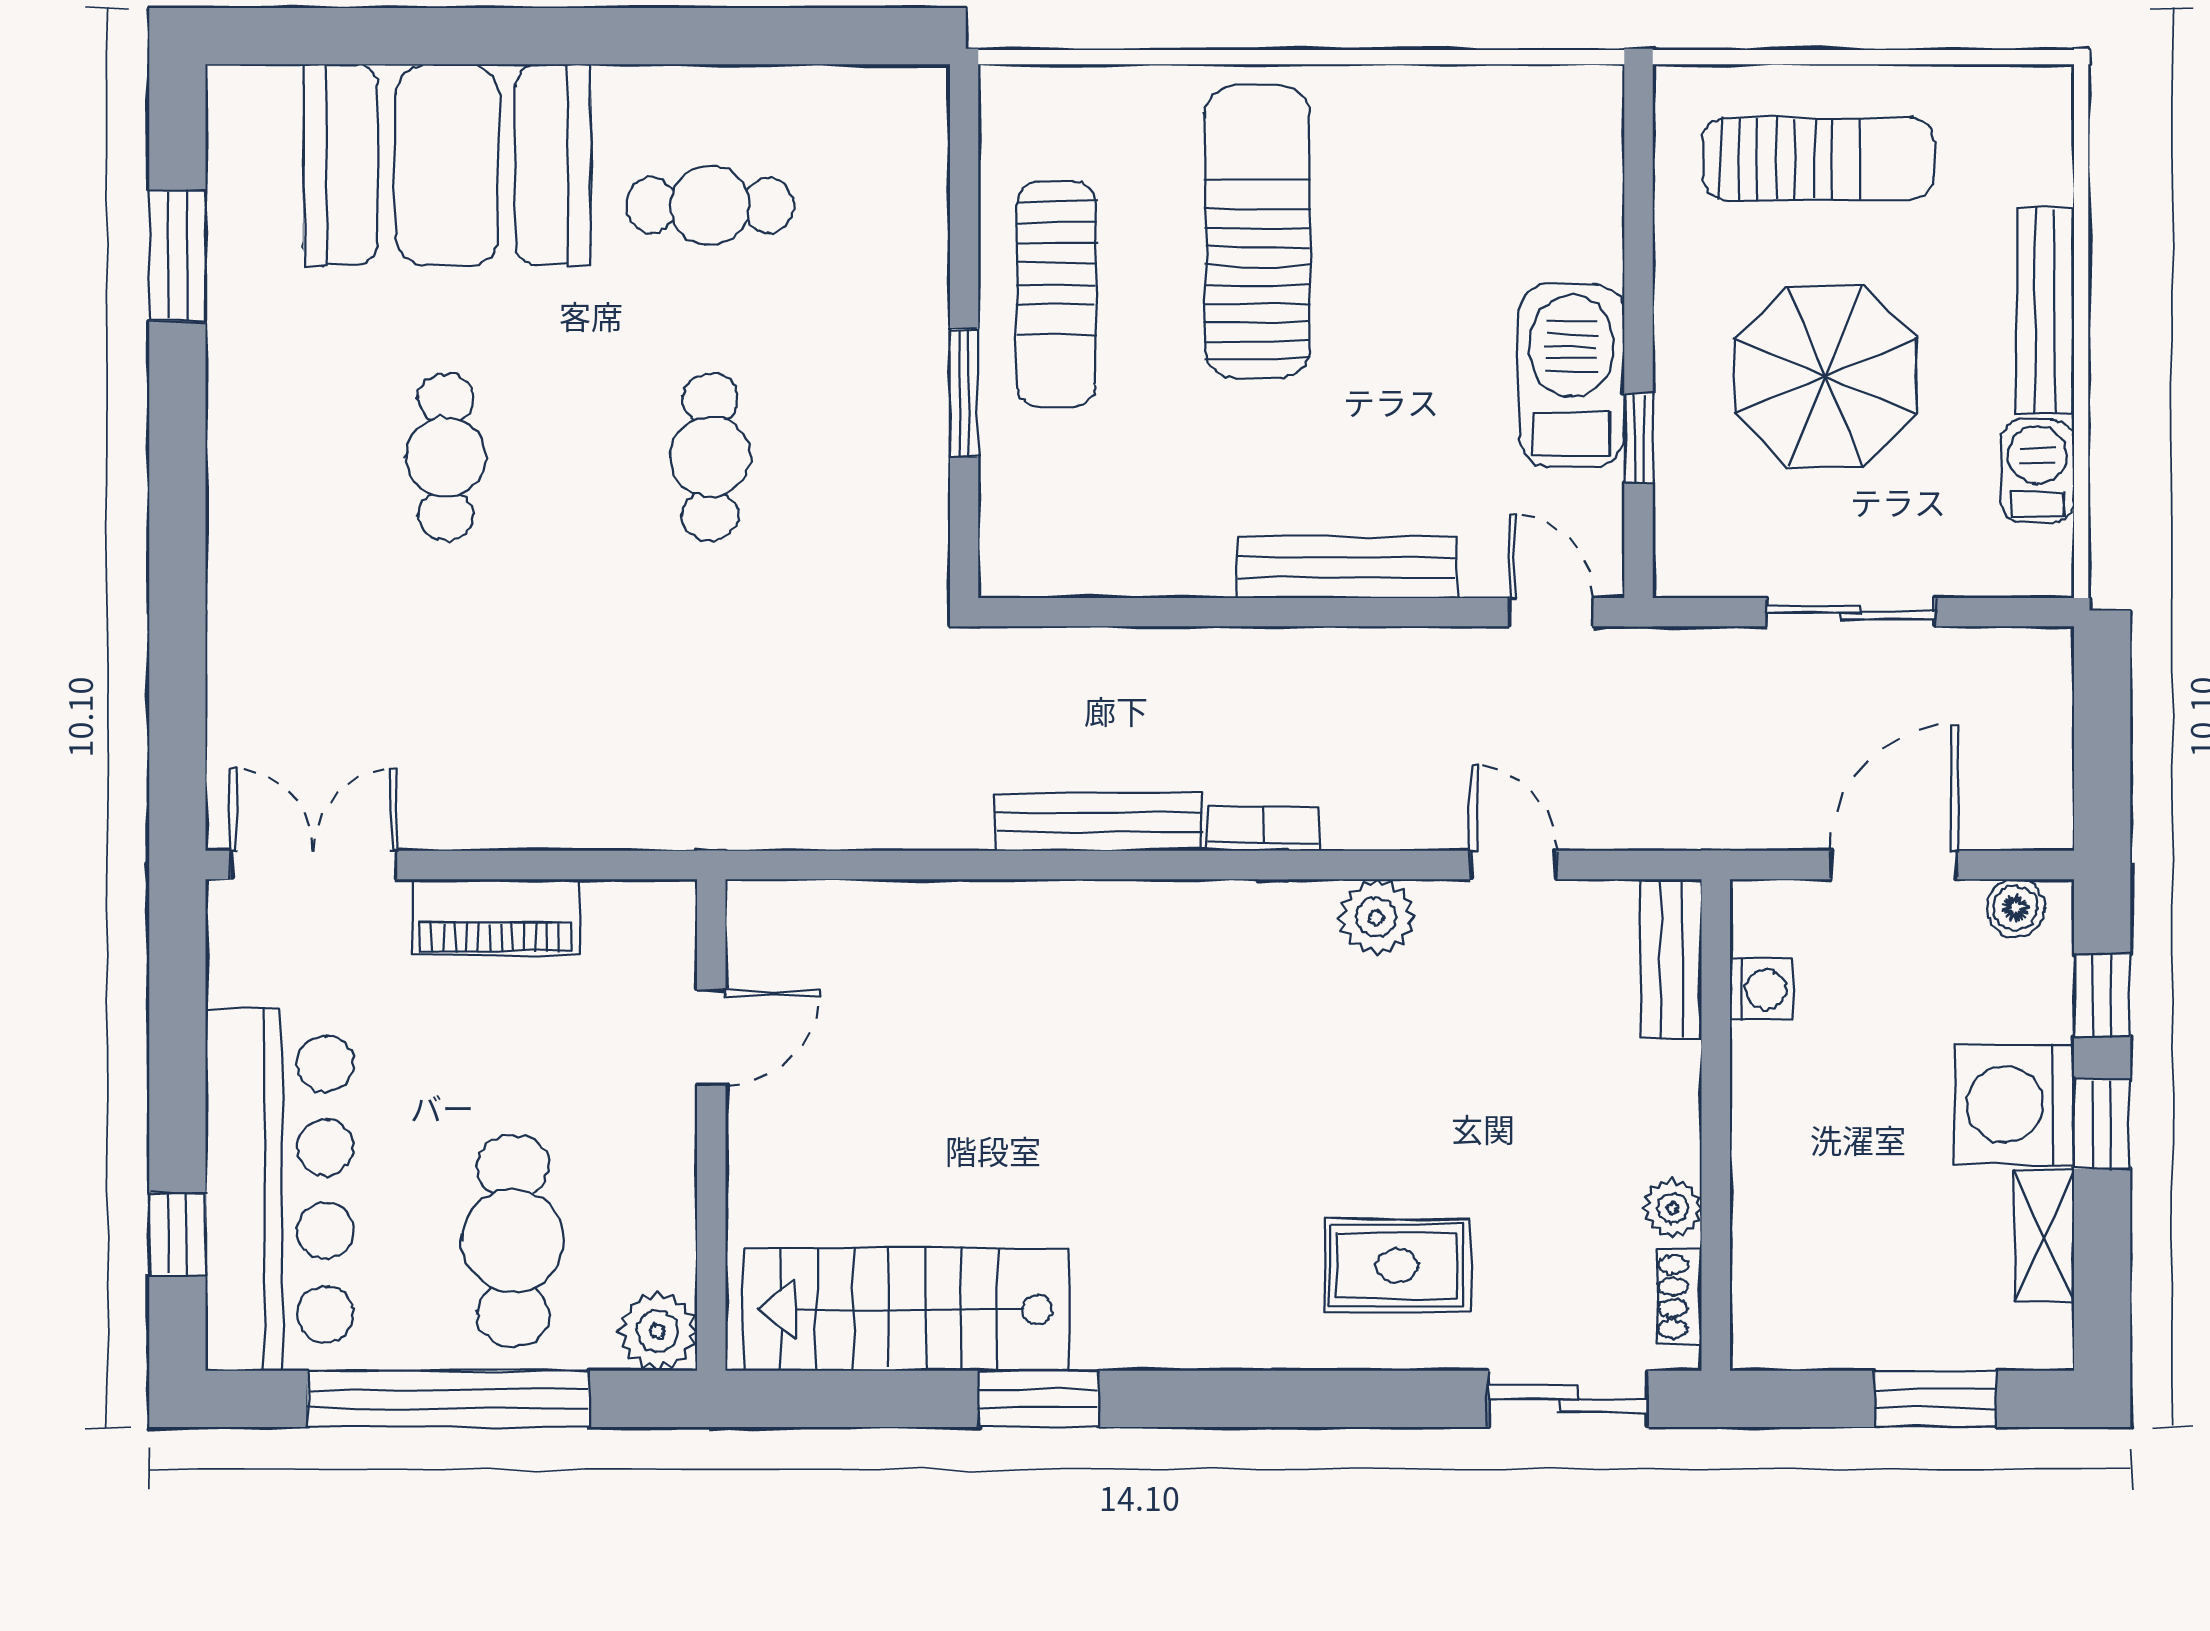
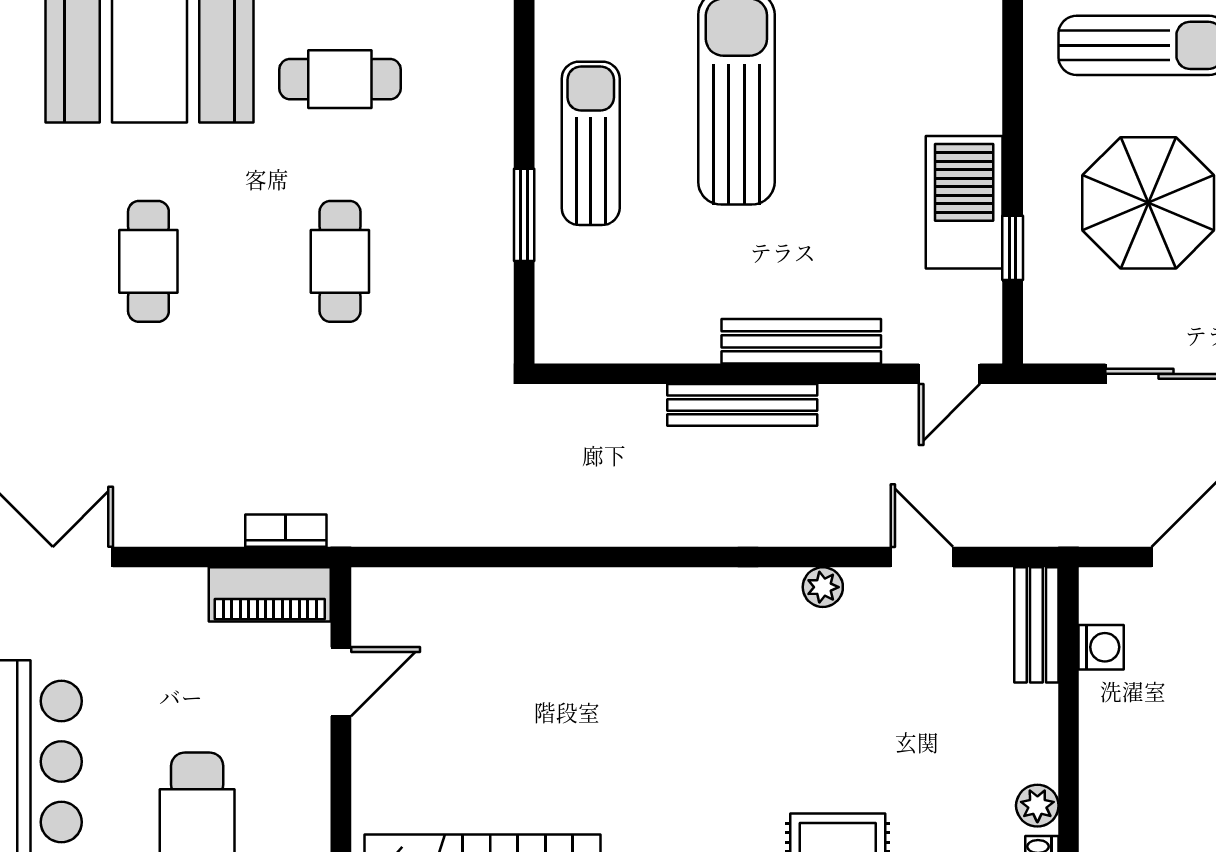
sun lounger: (1056, 294) -> (591, 143), turned 180
door: (1551, 612) -> (949, 374), swing flipped
bench: (1098, 822) -> (742, 405), moved
bookcase: (1263, 829) -> (286, 531), moved
piano: (496, 917) -> (270, 594), moved
plant: (1377, 917) -> (823, 587), width x0.73, depth x0.73

